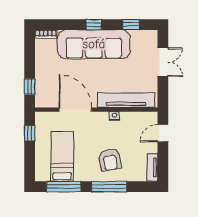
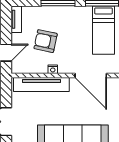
armchair: (110, 160) -> (46, 41), moved, turned -68

